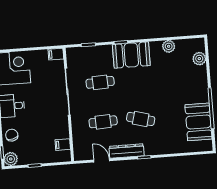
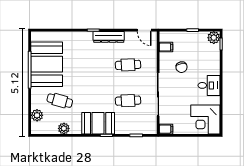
cafe table: (141, 119) -> (60, 101), moved
booth: (198, 122) -> (47, 64), width x1.36, depth x1.42
chair: (12, 135) -> (181, 67), moved
door: (102, 160) -> (144, 30), moved

